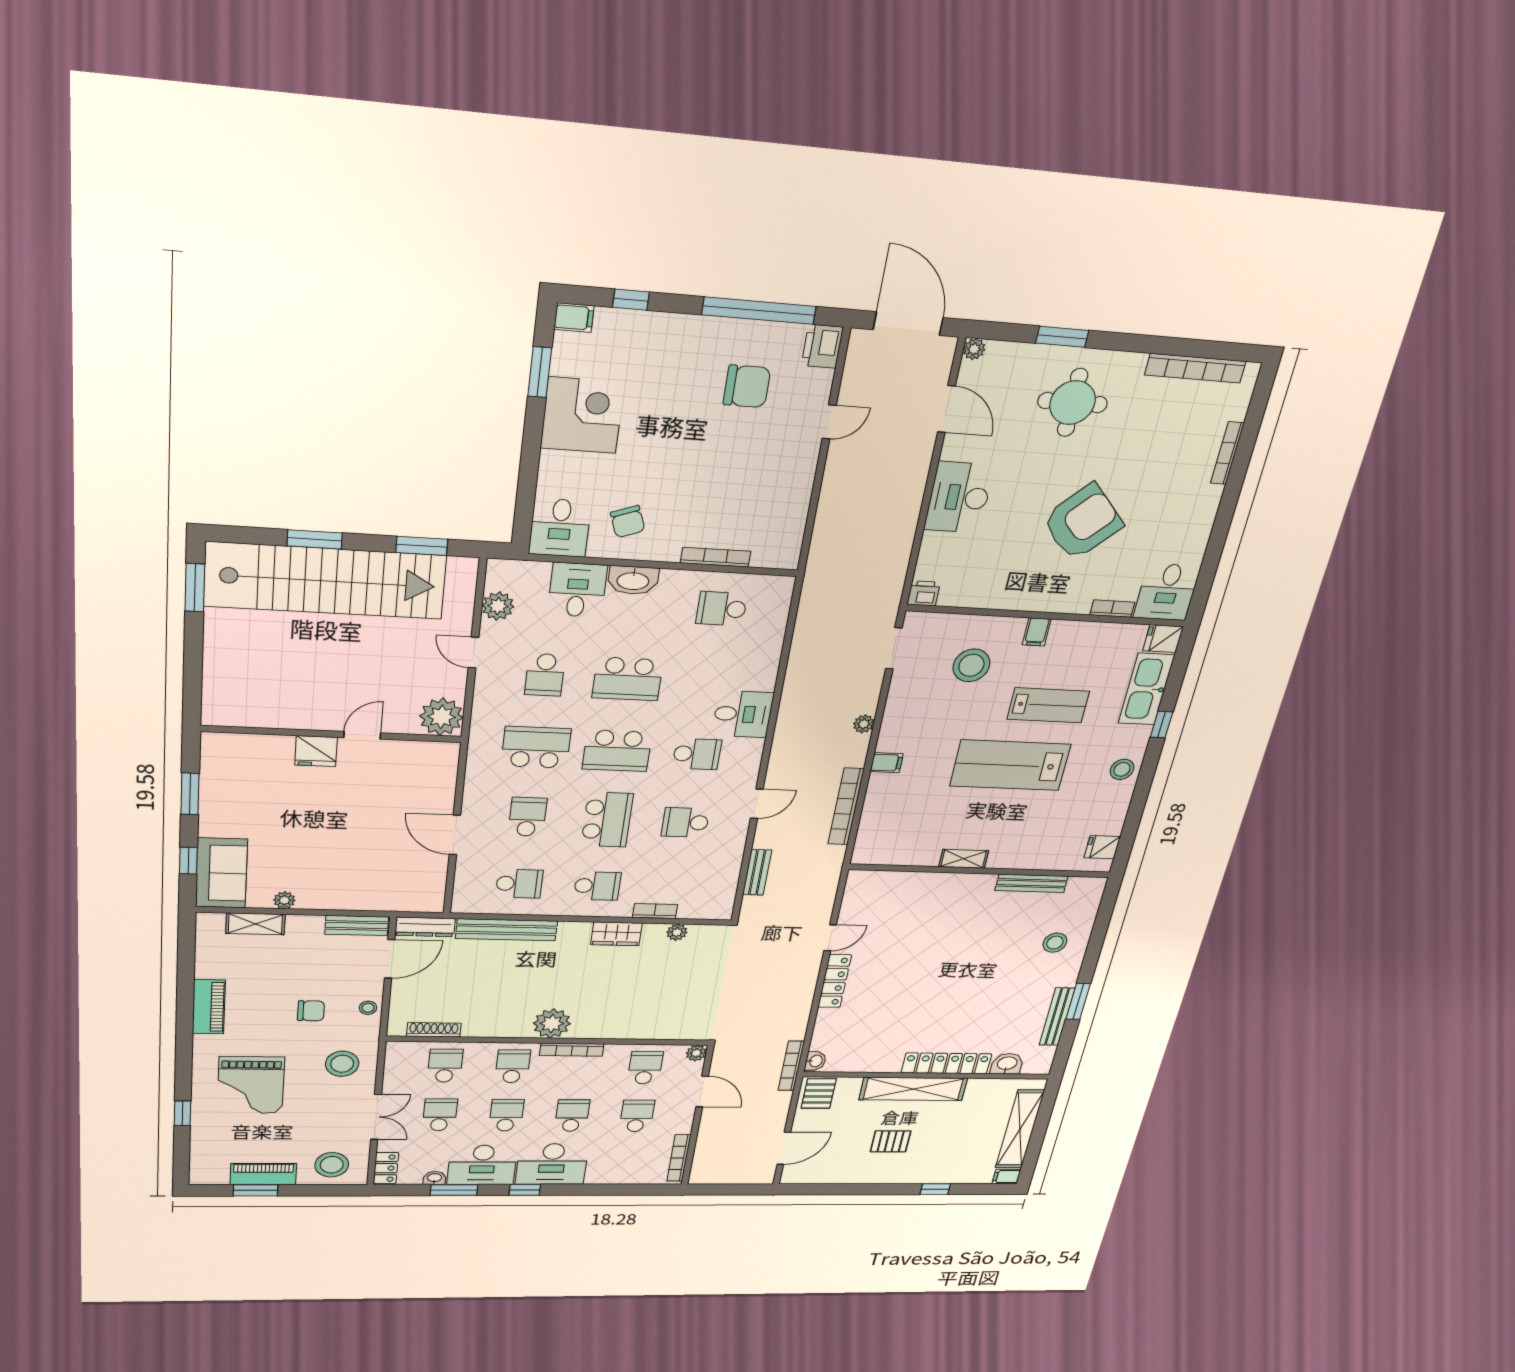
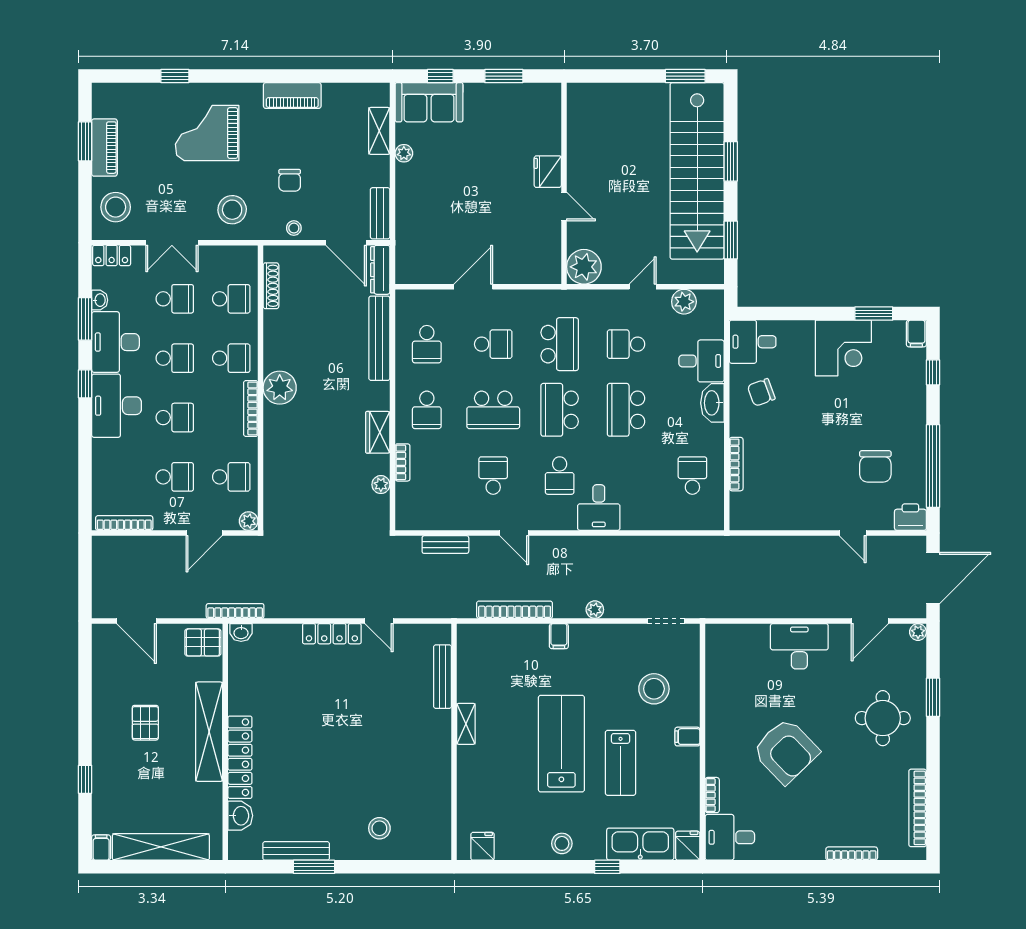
printer: (924, 593) -> (716, 635), removed
bench: (1032, 883) -> (443, 677), moved

